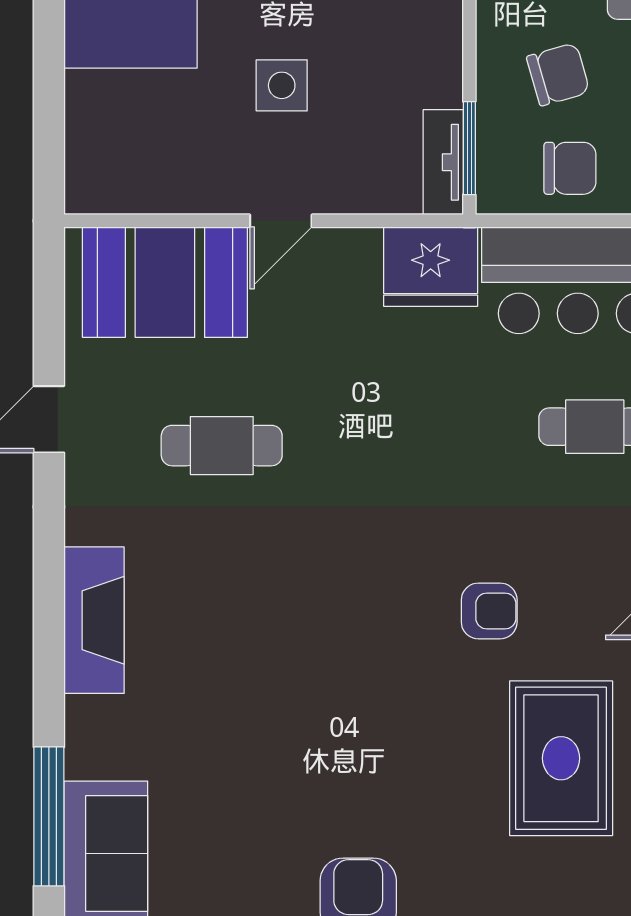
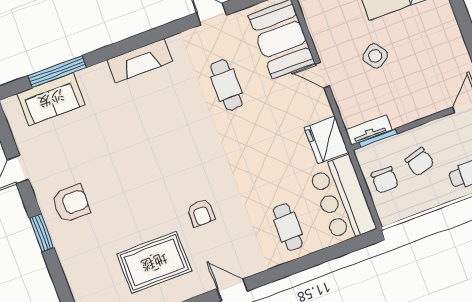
side table: (282, 85) -> (375, 56), turned -35

